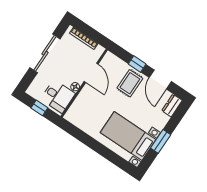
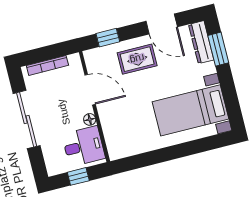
window: (137, 64) -> (108, 38), moved
rug: (130, 83) -> (137, 59), turned 90
dresser: (172, 105) -> (201, 42), width x1.44
window: (161, 141) -> (218, 49), moved

